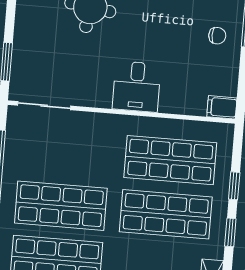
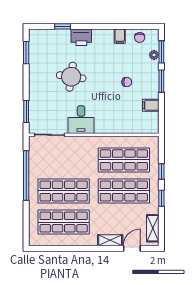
chair: (217, 36) -> (127, 82), moved
desk: (137, 87) -> (81, 120), moved
filing cabinet: (222, 107) -> (151, 105), moved

